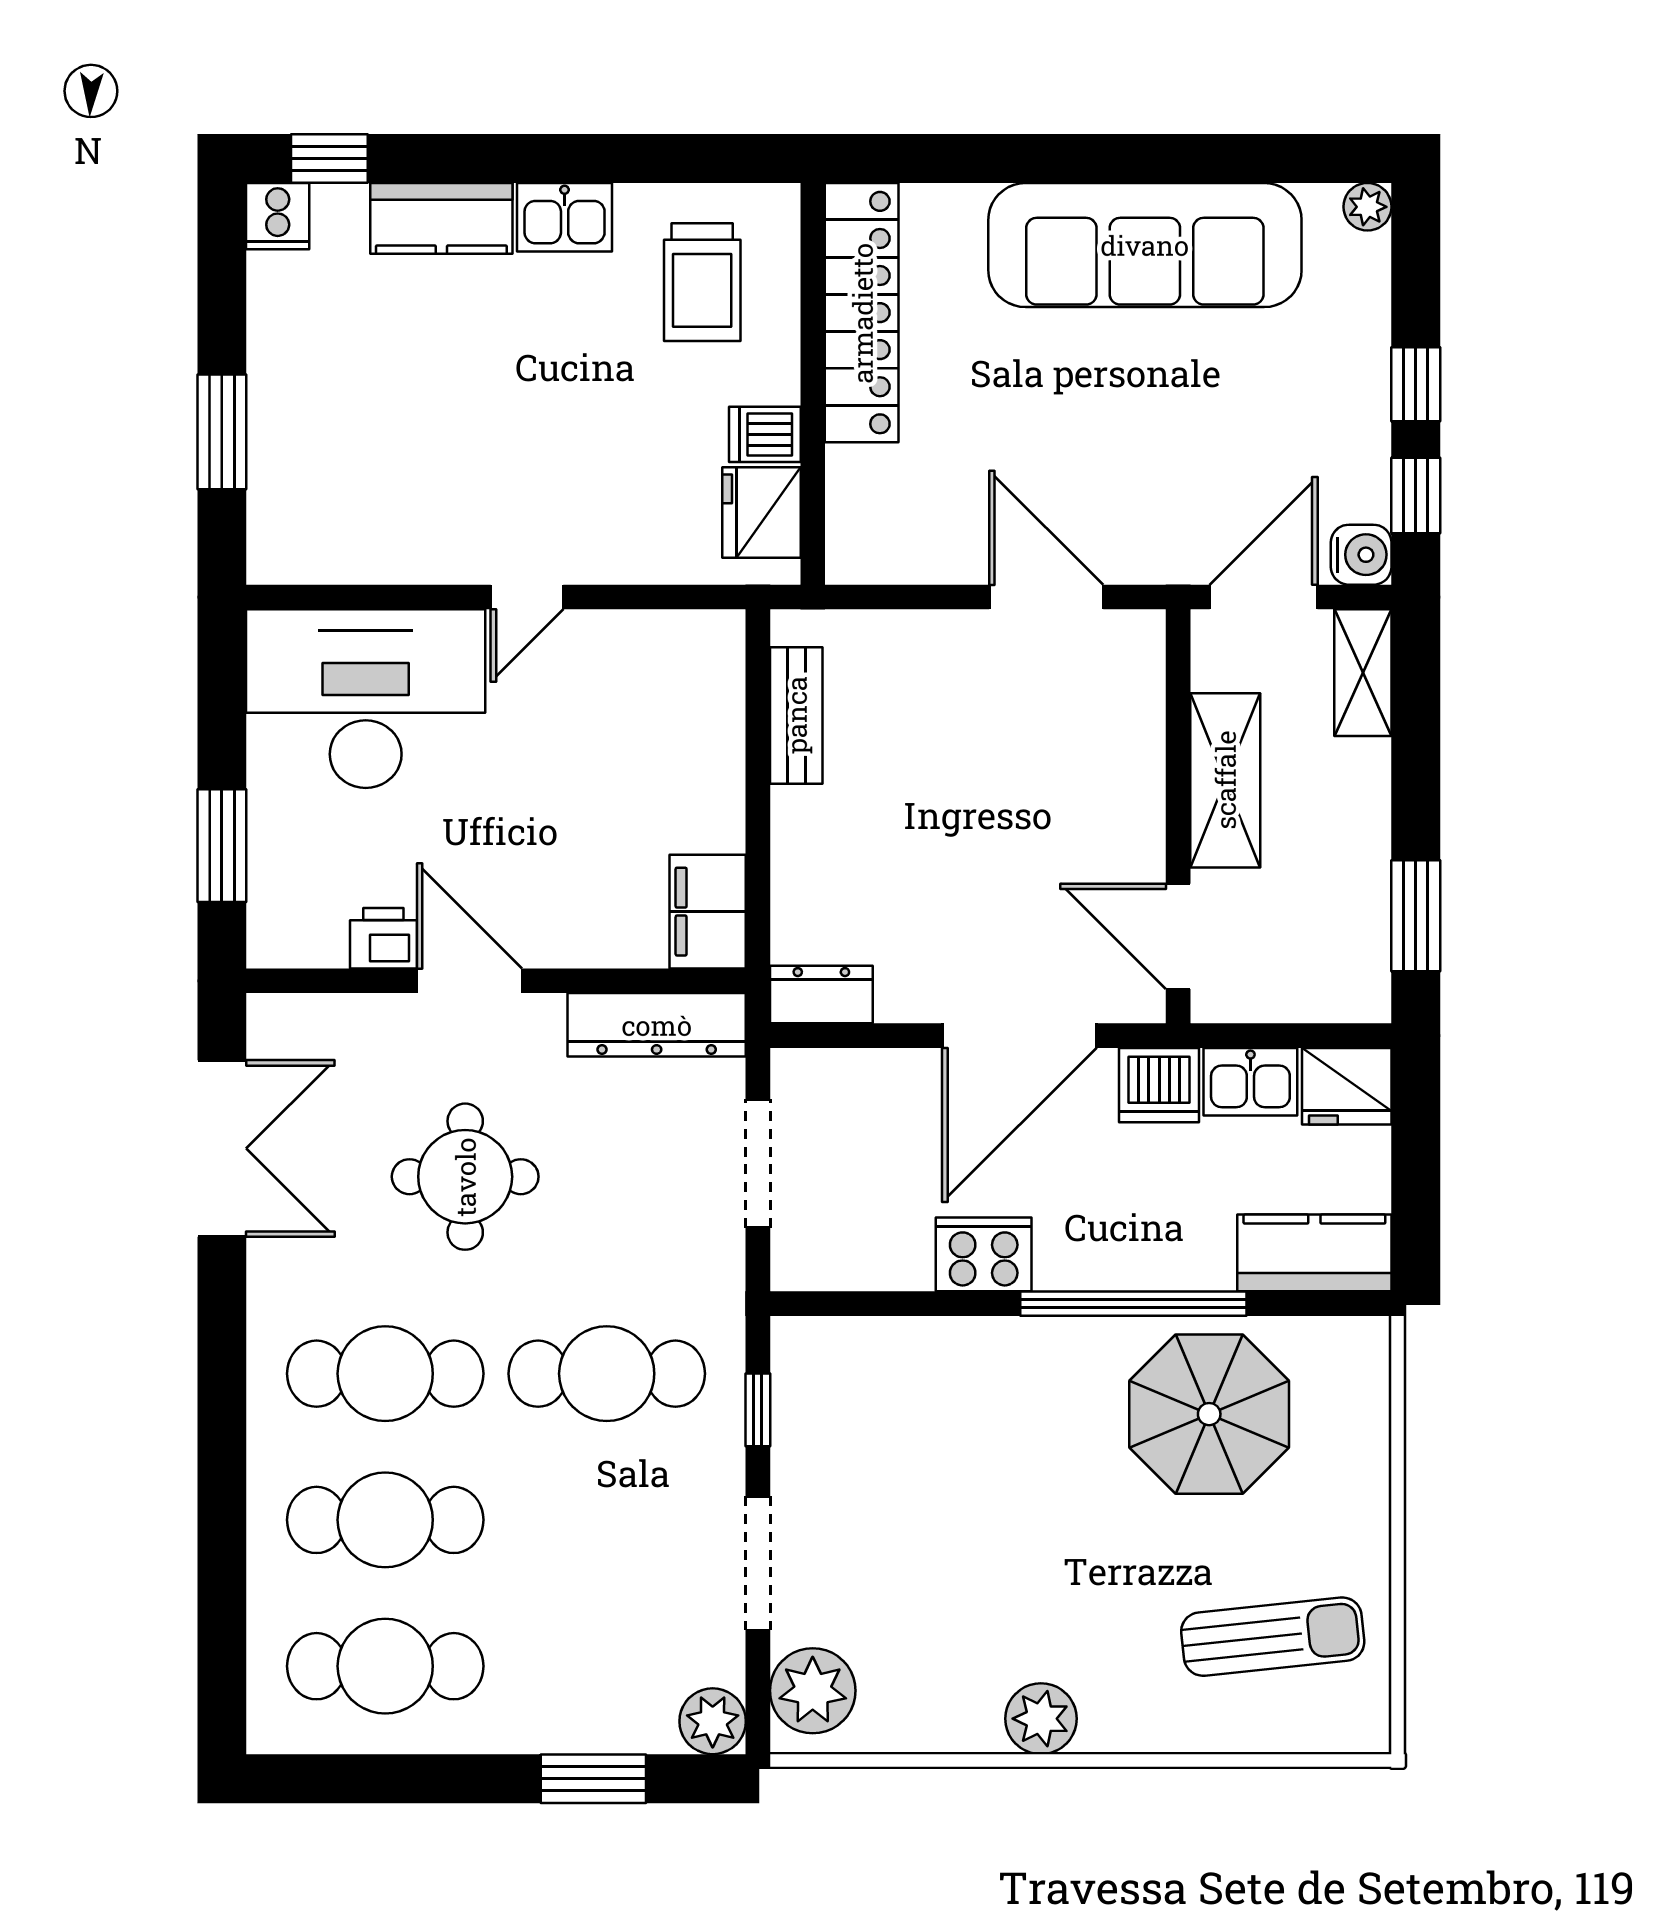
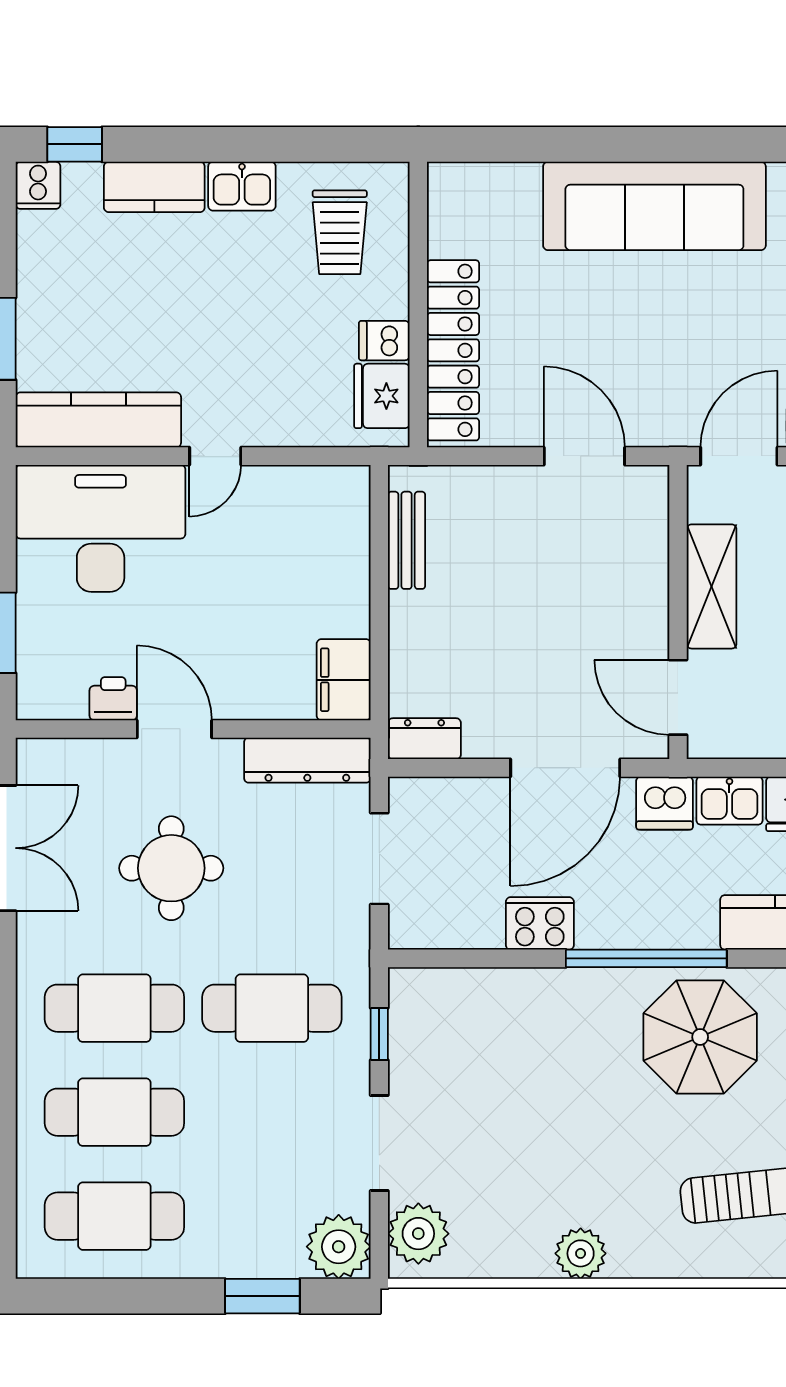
locker: (862, 313) -> (453, 350), moved
kitchen counter: (363, 546) -> (98, 420), added
plant: (713, 1721) -> (339, 1247), width x1.36, depth x1.36

